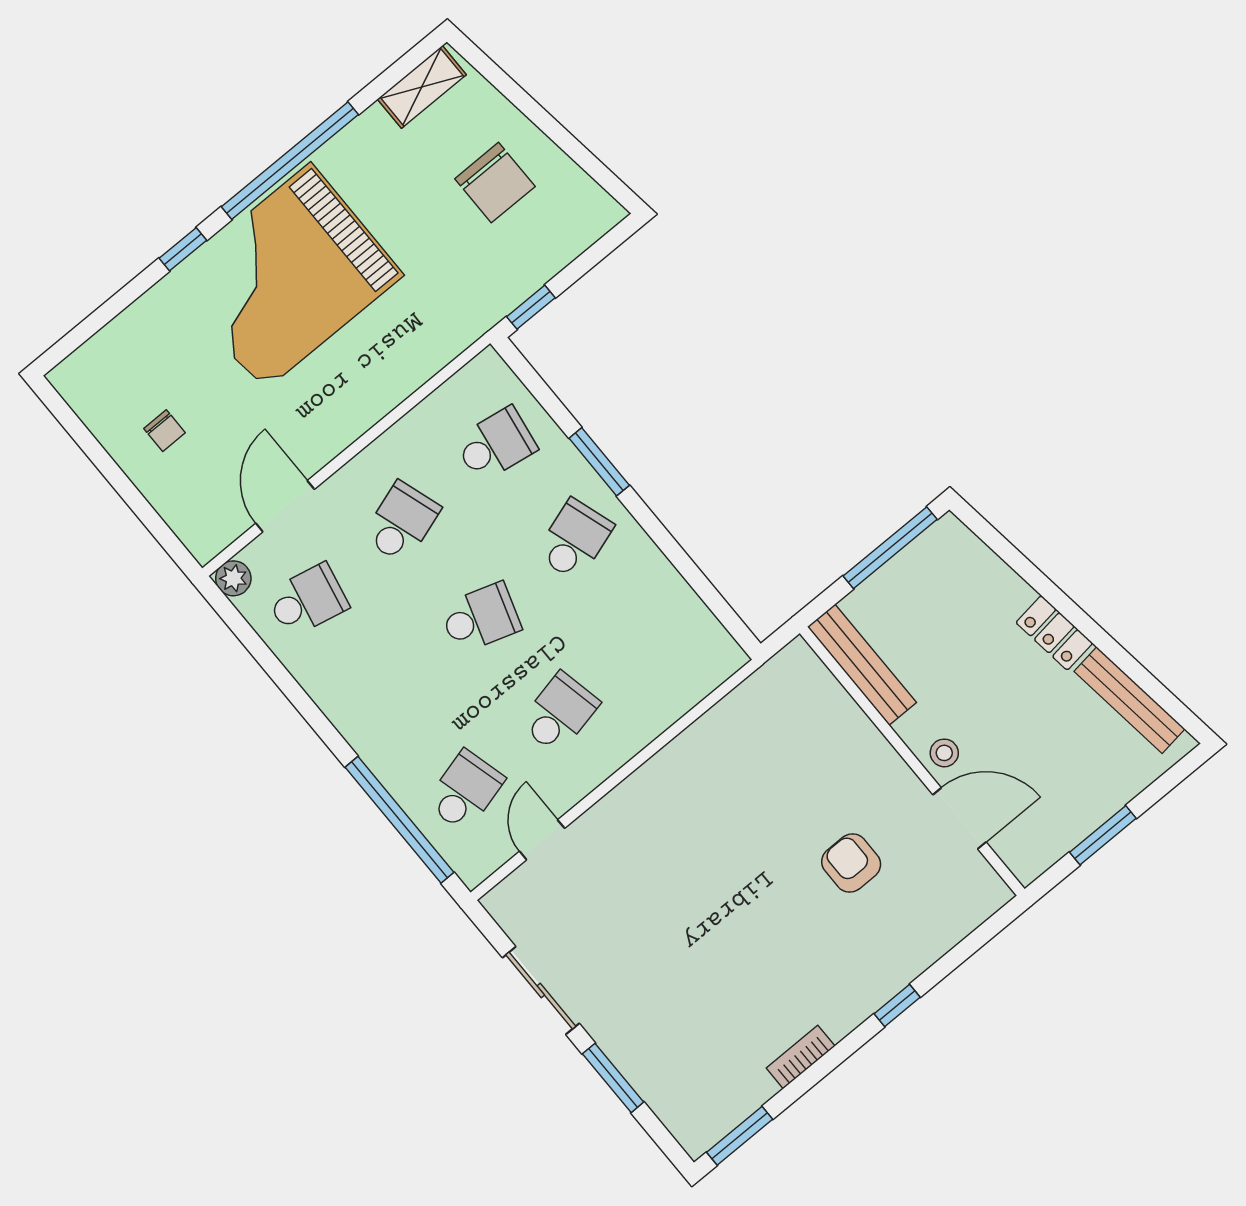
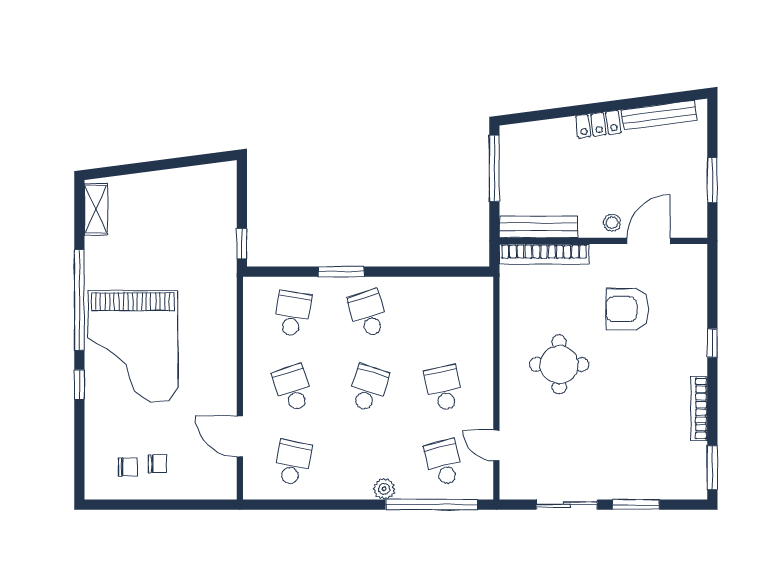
chair: (495, 183) -> (128, 467), moved, width x0.54, depth x0.54
plant: (233, 578) -> (384, 489), moved
bookcase: (834, 700) -> (544, 254), added
round table: (710, 835) -> (559, 364), added
armchair: (851, 863) -> (627, 309), width x1.38, depth x1.38
bookcase: (801, 1057) -> (699, 408), width x1.56

